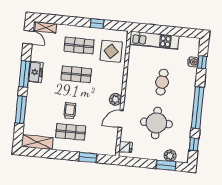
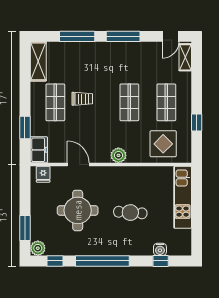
freezer: (36, 72) -> (39, 150), moved, turned -90
plant: (115, 99) -> (118, 155), moved
plant: (170, 156) -> (38, 248), moved

